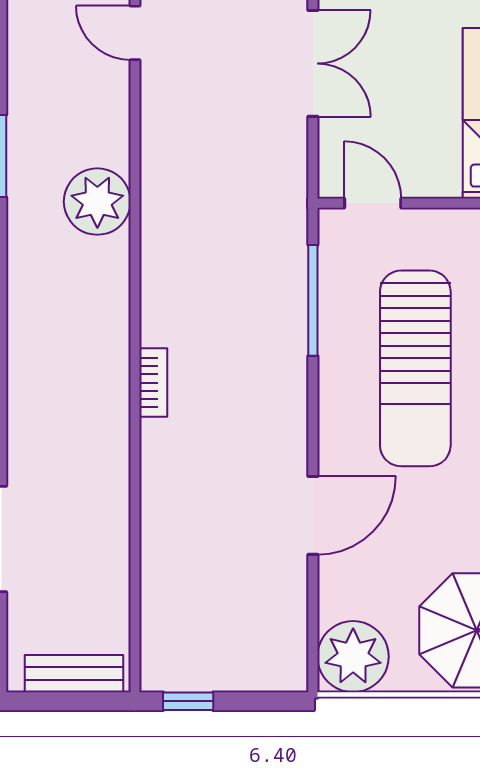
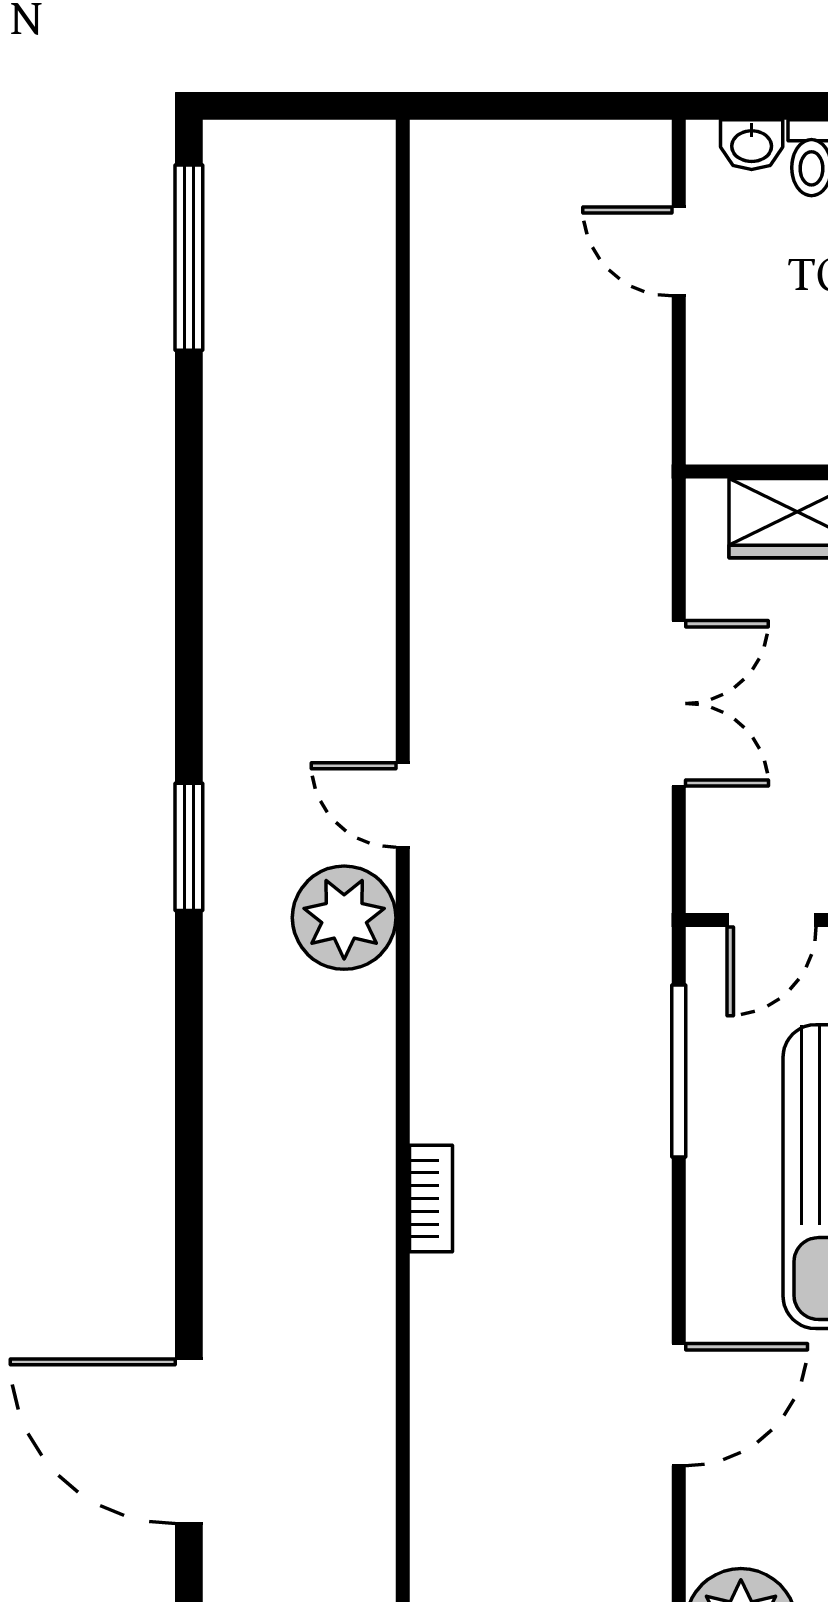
door: (135, 33) -> (403, 805), moved
door: (373, 203) -> (771, 920), swing flipped

